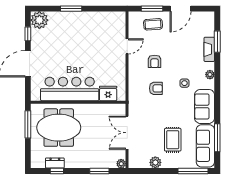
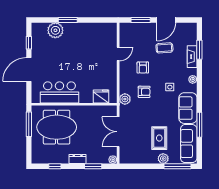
plant: (39, 20) -> (55, 30), moved
coffee table: (153, 24) -> (164, 48), moved
bar counter: (70, 89) -> (59, 92), width x0.73
plant: (135, 96) -> (125, 99), added
window: (217, 138) -> (199, 125), moved
plant: (155, 162) -> (163, 159), moved
dresser: (55, 163) -> (78, 159), moved

